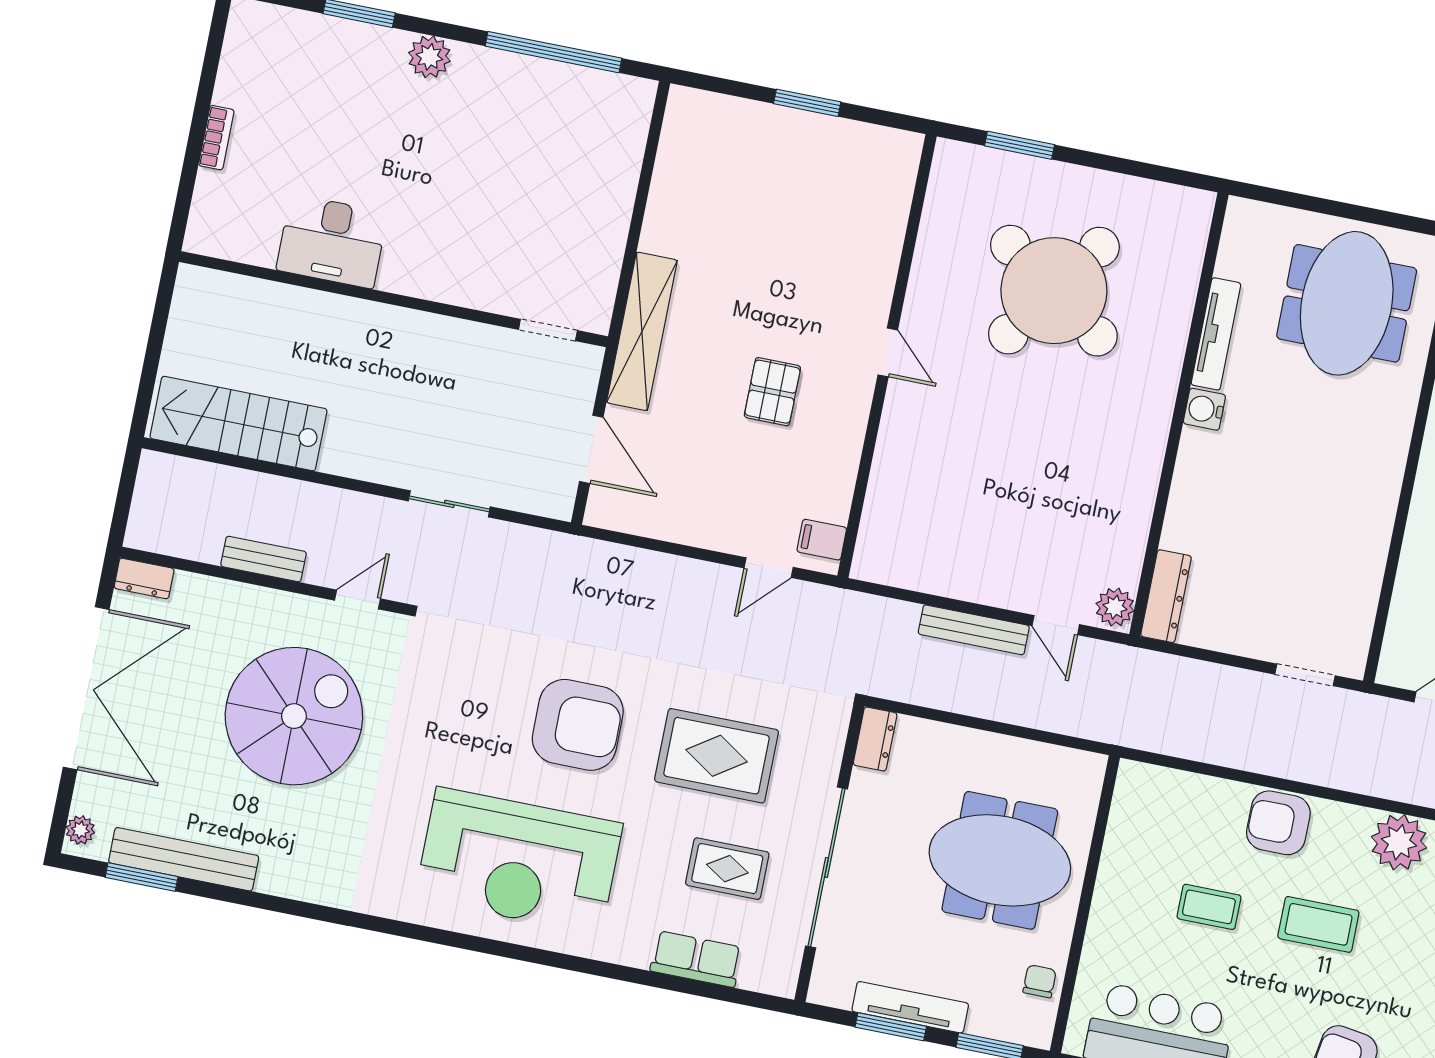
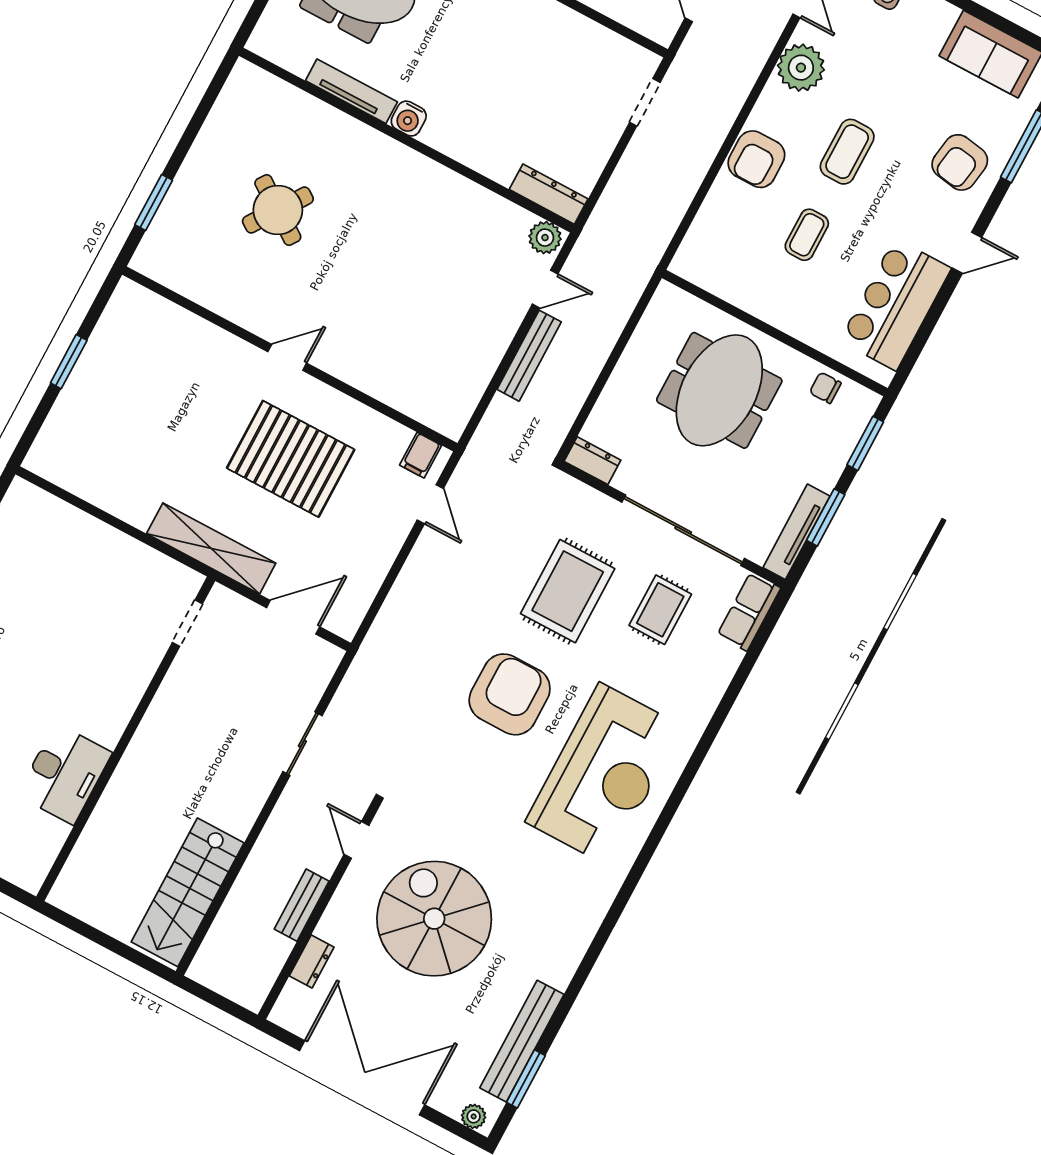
round table: (1054, 291) -> (278, 210), width x0.54, depth x0.54
pallet: (772, 392) -> (291, 459), width x2.05, depth x2.00
dresser: (144, 578) -> (312, 961), moved
row of seats: (696, 959) -> (749, 612), moved
tv unit: (910, 1007) -> (796, 532), moved

